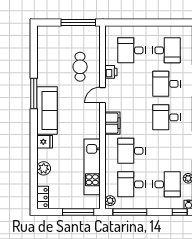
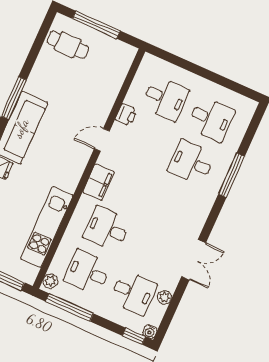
window: (78, 23) -> (96, 25), moved
desk: (131, 50) -> (165, 99), turned 180
cafe table: (80, 67) -> (68, 45), moved, turned 90
desk: (167, 117) -> (172, 206), removed

